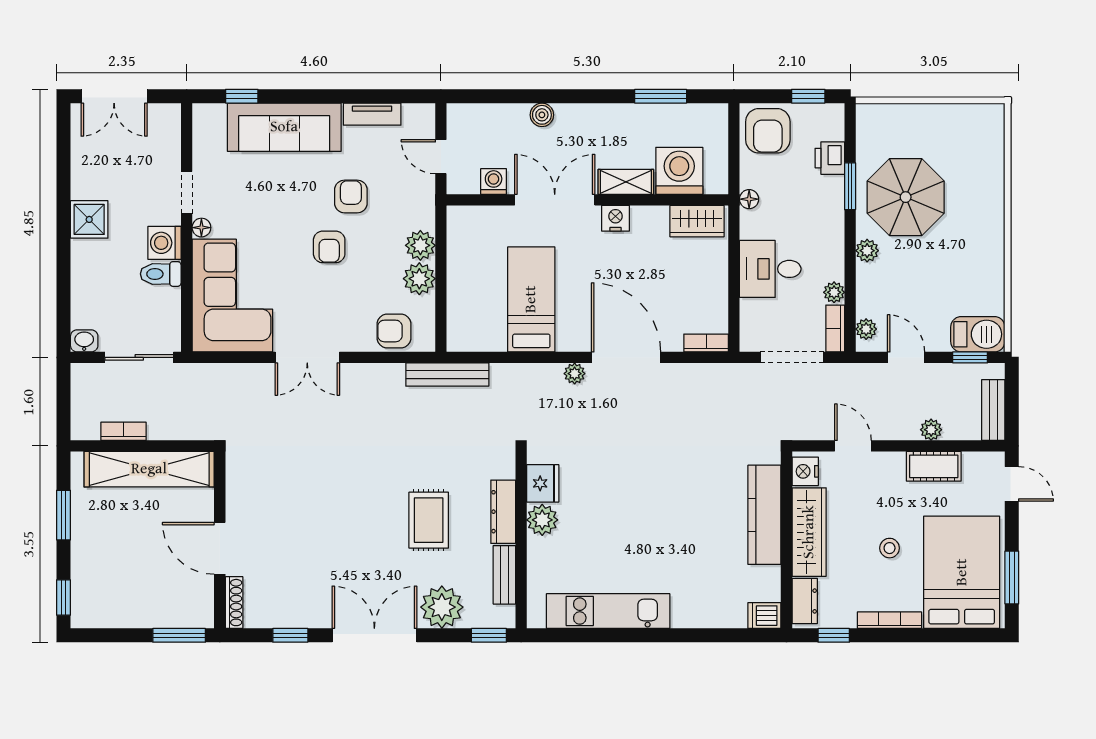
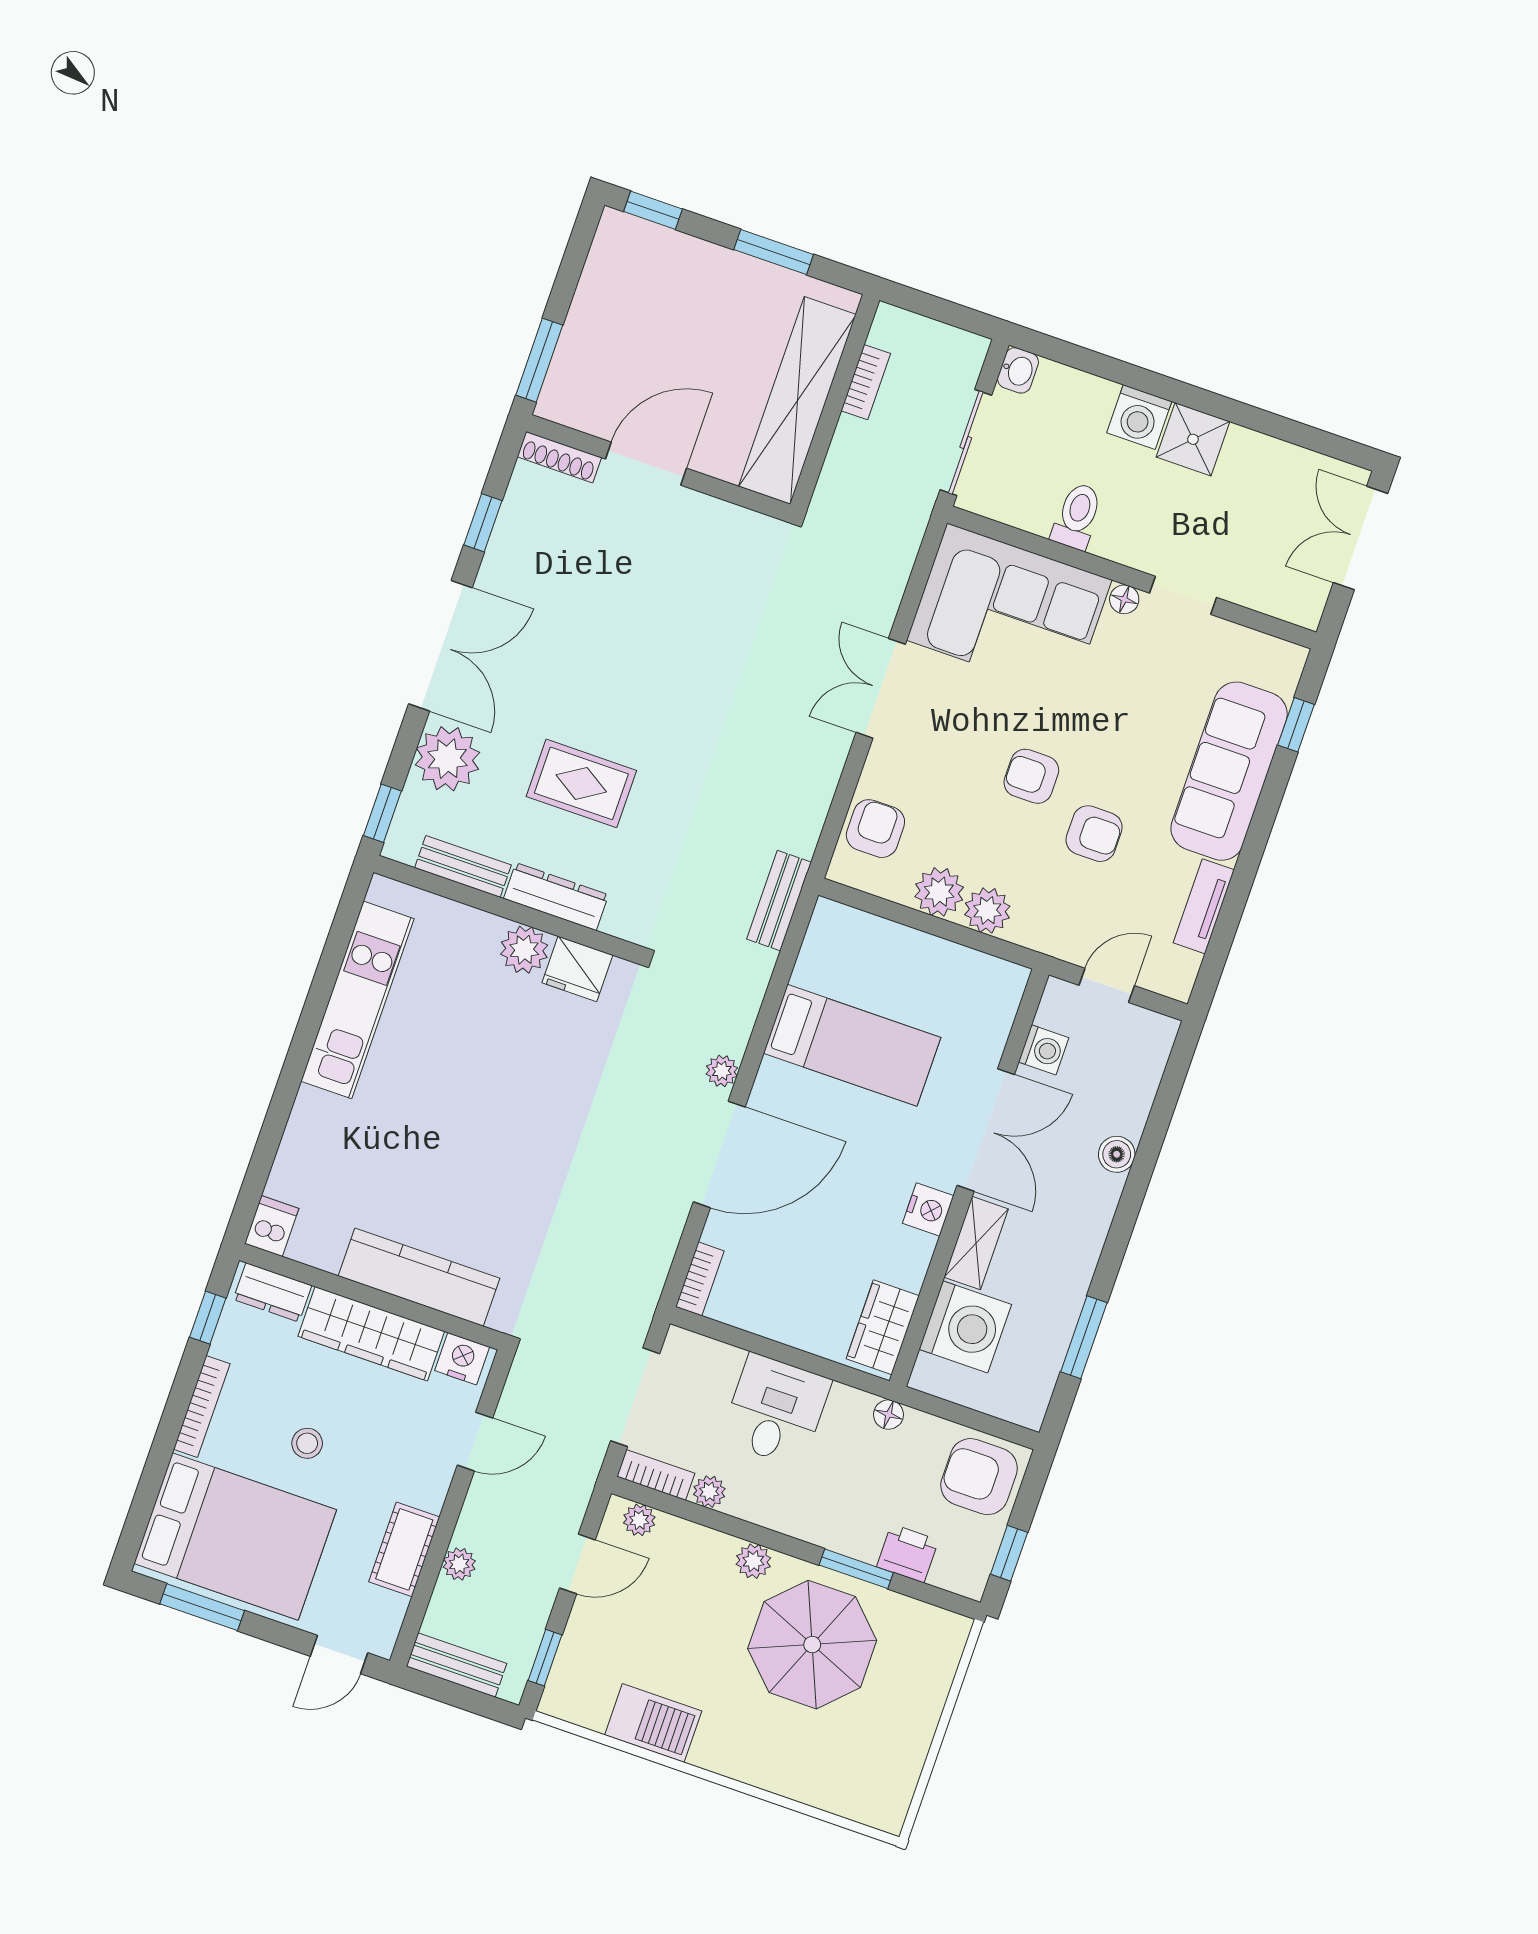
washing machine: (164, 243) -> (1139, 417), moved, turned 180
barbecue: (978, 334) -> (653, 1723), moved, turned -90
bench: (447, 375) -> (779, 901), width x0.73

